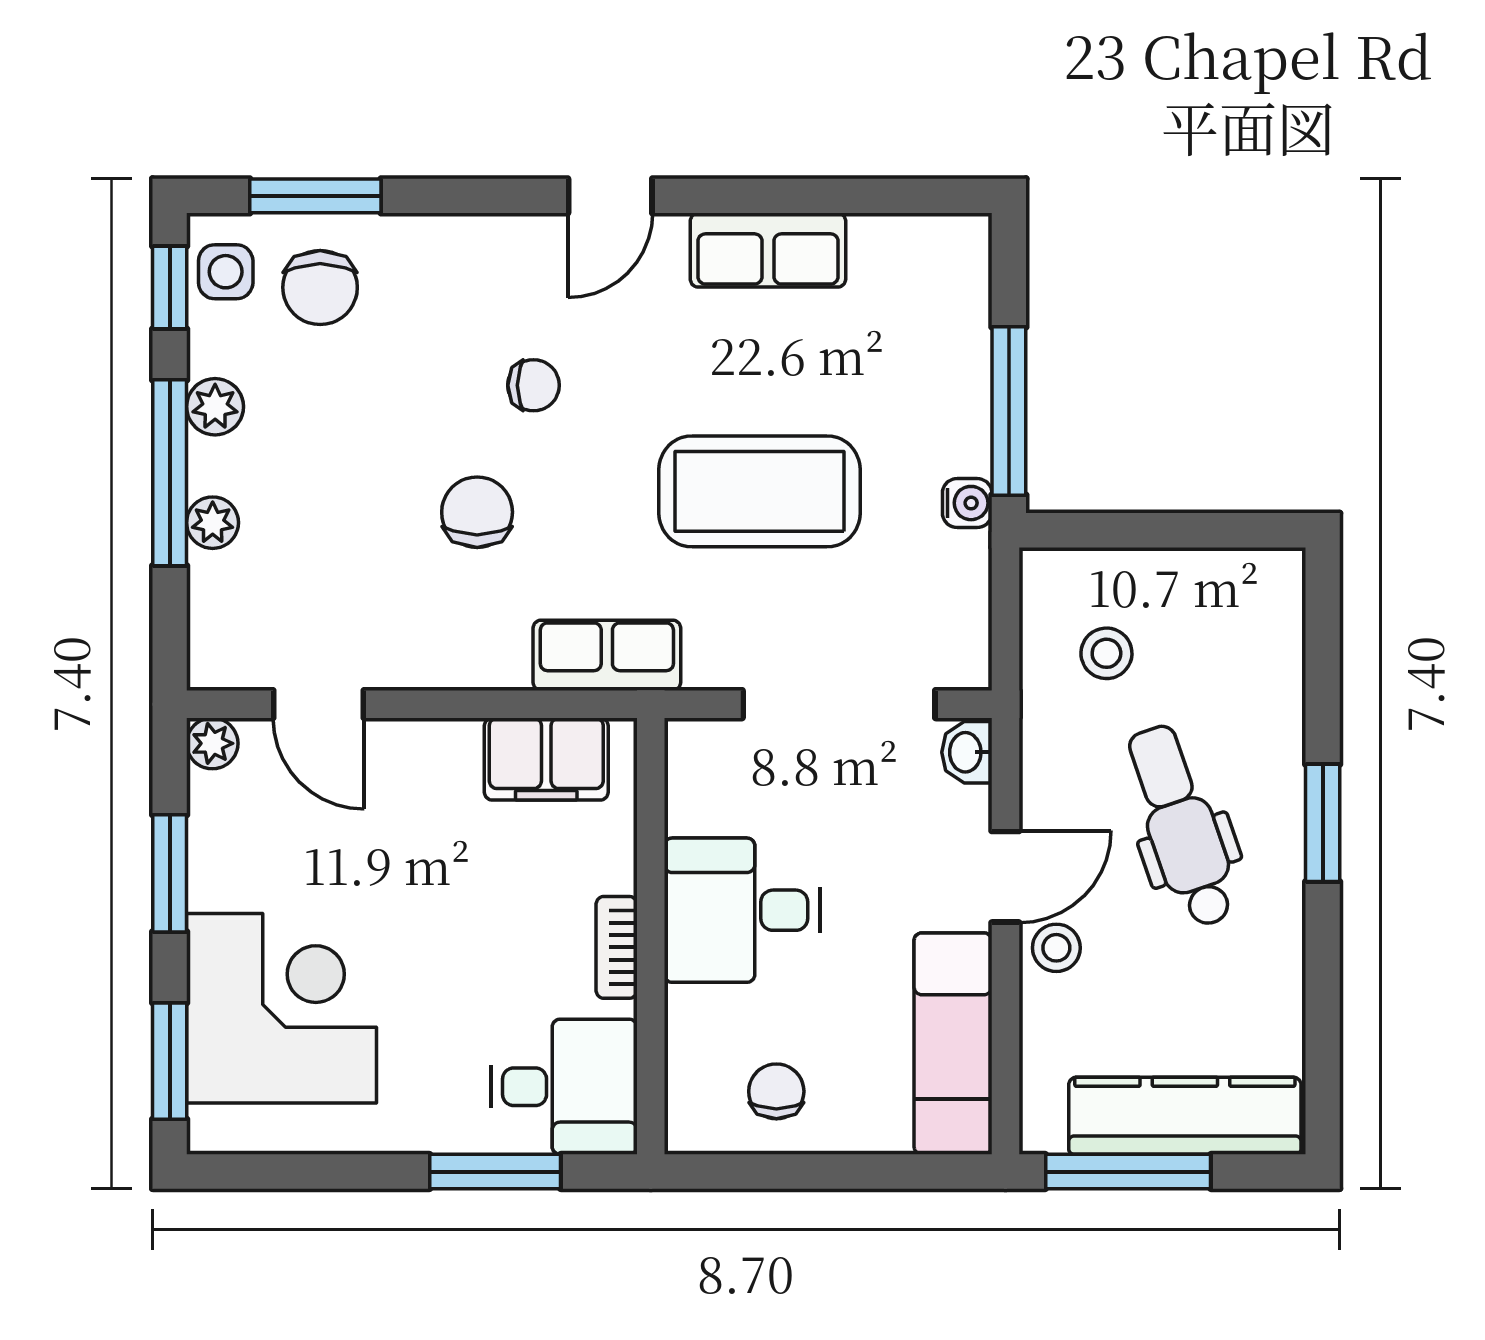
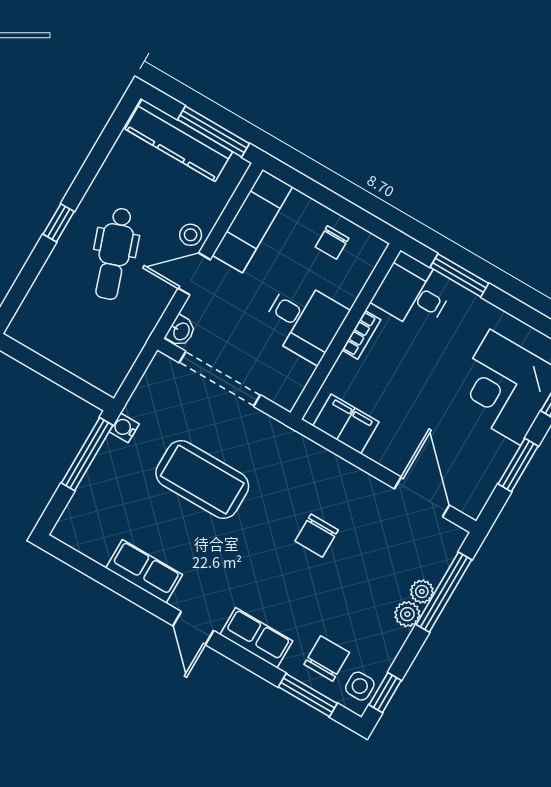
door: (610, 196) -> (193, 628), swing flipped
chair: (534, 385) -> (266, 572), removed
plant: (215, 407) -> (407, 614), moved
window: (170, 473) -> (444, 592), moved
stool: (1106, 653) -> (104, 338), removed
row of seats: (607, 655) -> (256, 638), moved, turned 180
door: (319, 704) -> (422, 497), width x1.37
plant: (212, 743) -> (472, 506), removed
window: (1323, 823) -> (59, 223), width x0.67

